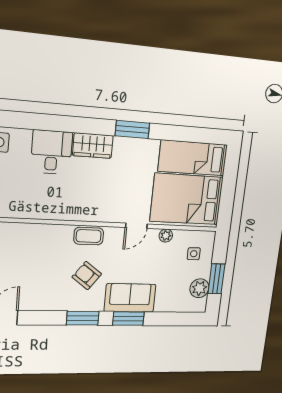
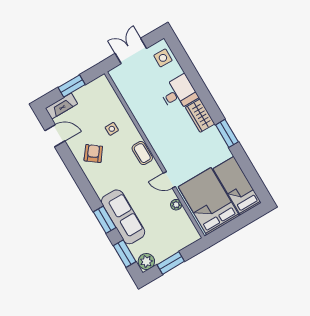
side table: (194, 254) -> (112, 129), moved
armchair: (87, 276) -> (93, 153), moved
plant: (199, 288) -> (146, 261), moved
sofa: (130, 298) -> (123, 217), width x1.36
window: (83, 318) -> (125, 254), moved

